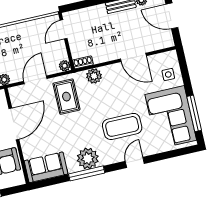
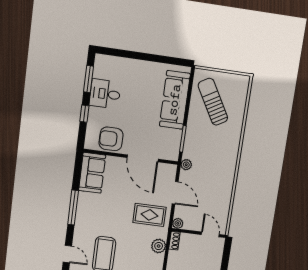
plant: (88, 158) -> (86, 214), removed

